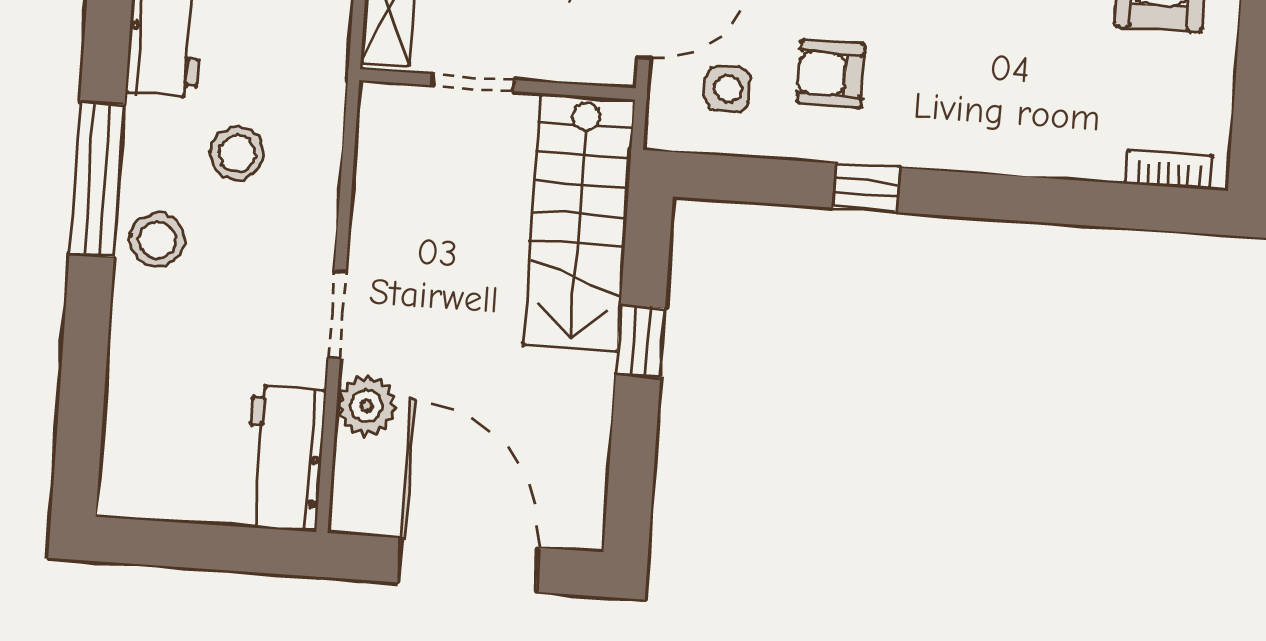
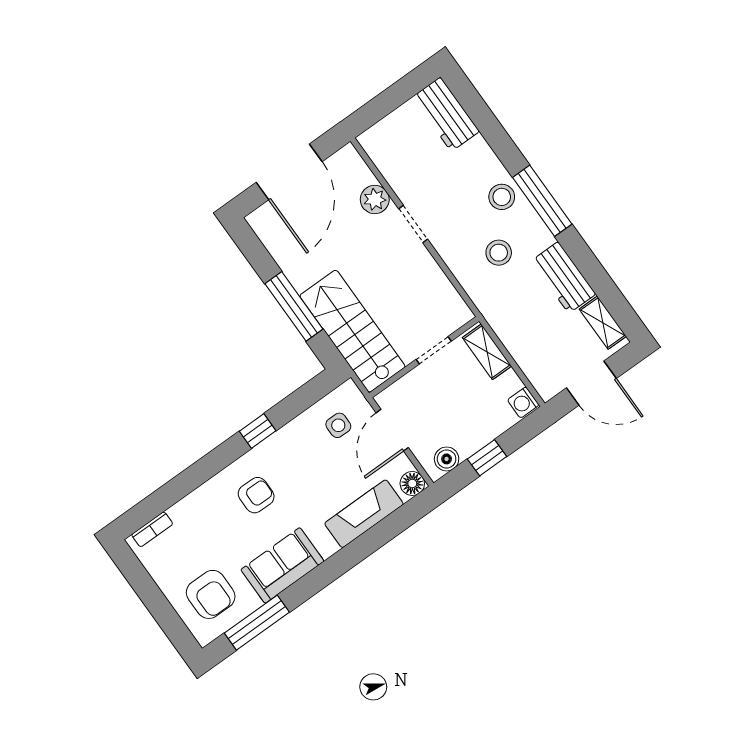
armchair: (831, 74) -> (256, 495), moved
window: (640, 341) -> (294, 306), width x2.17
workbench: (285, 459) -> (446, 114), moved, turned 180
door: (468, 565) -> (289, 172), hinge flipped

